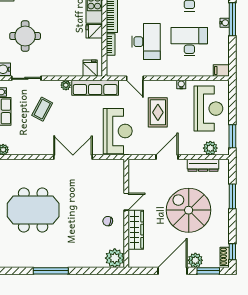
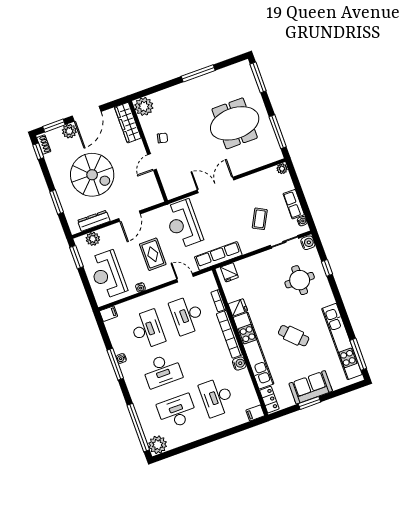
desk: (189, 42) -> (147, 330), turned -90
plant: (66, 85) -> (246, 249), removed
double door: (73, 157) -> (216, 185), swing flipped
wardrobe: (136, 230) -> (128, 123), moved

